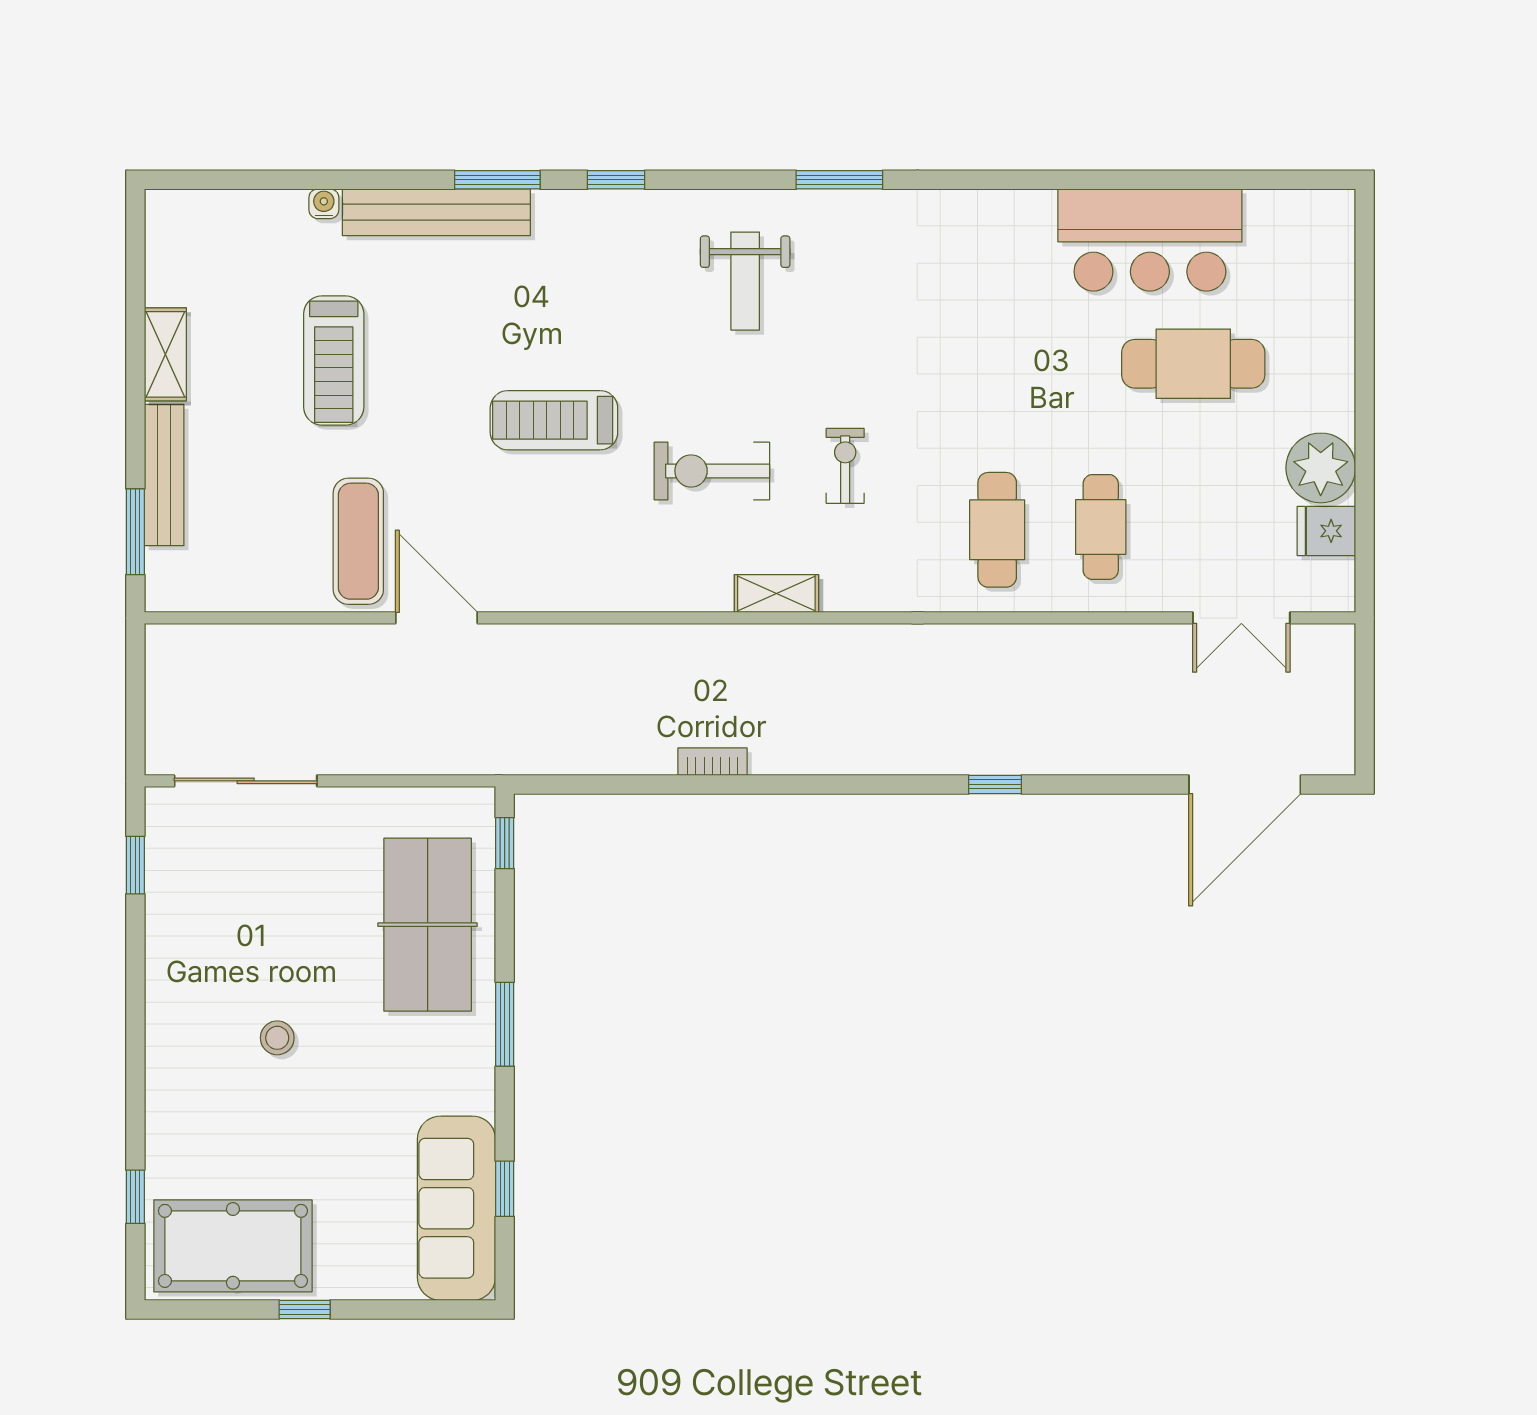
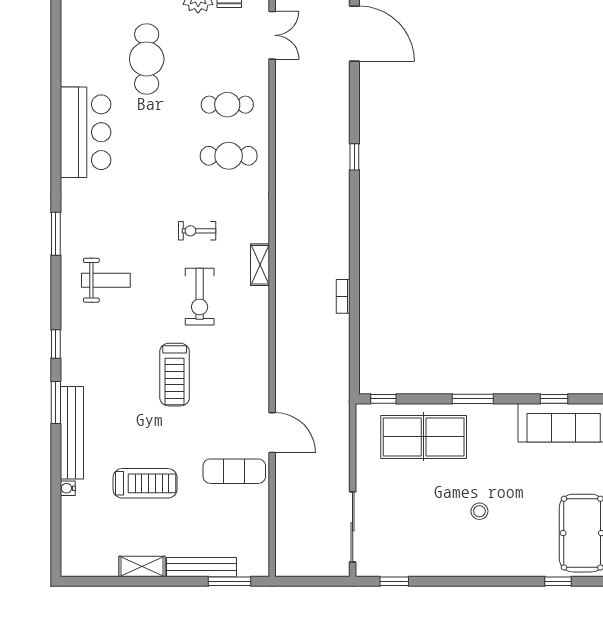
bar counter: (1150, 240) -> (86, 132), moved
door: (436, 618) -> (272, 433), swing flipped

